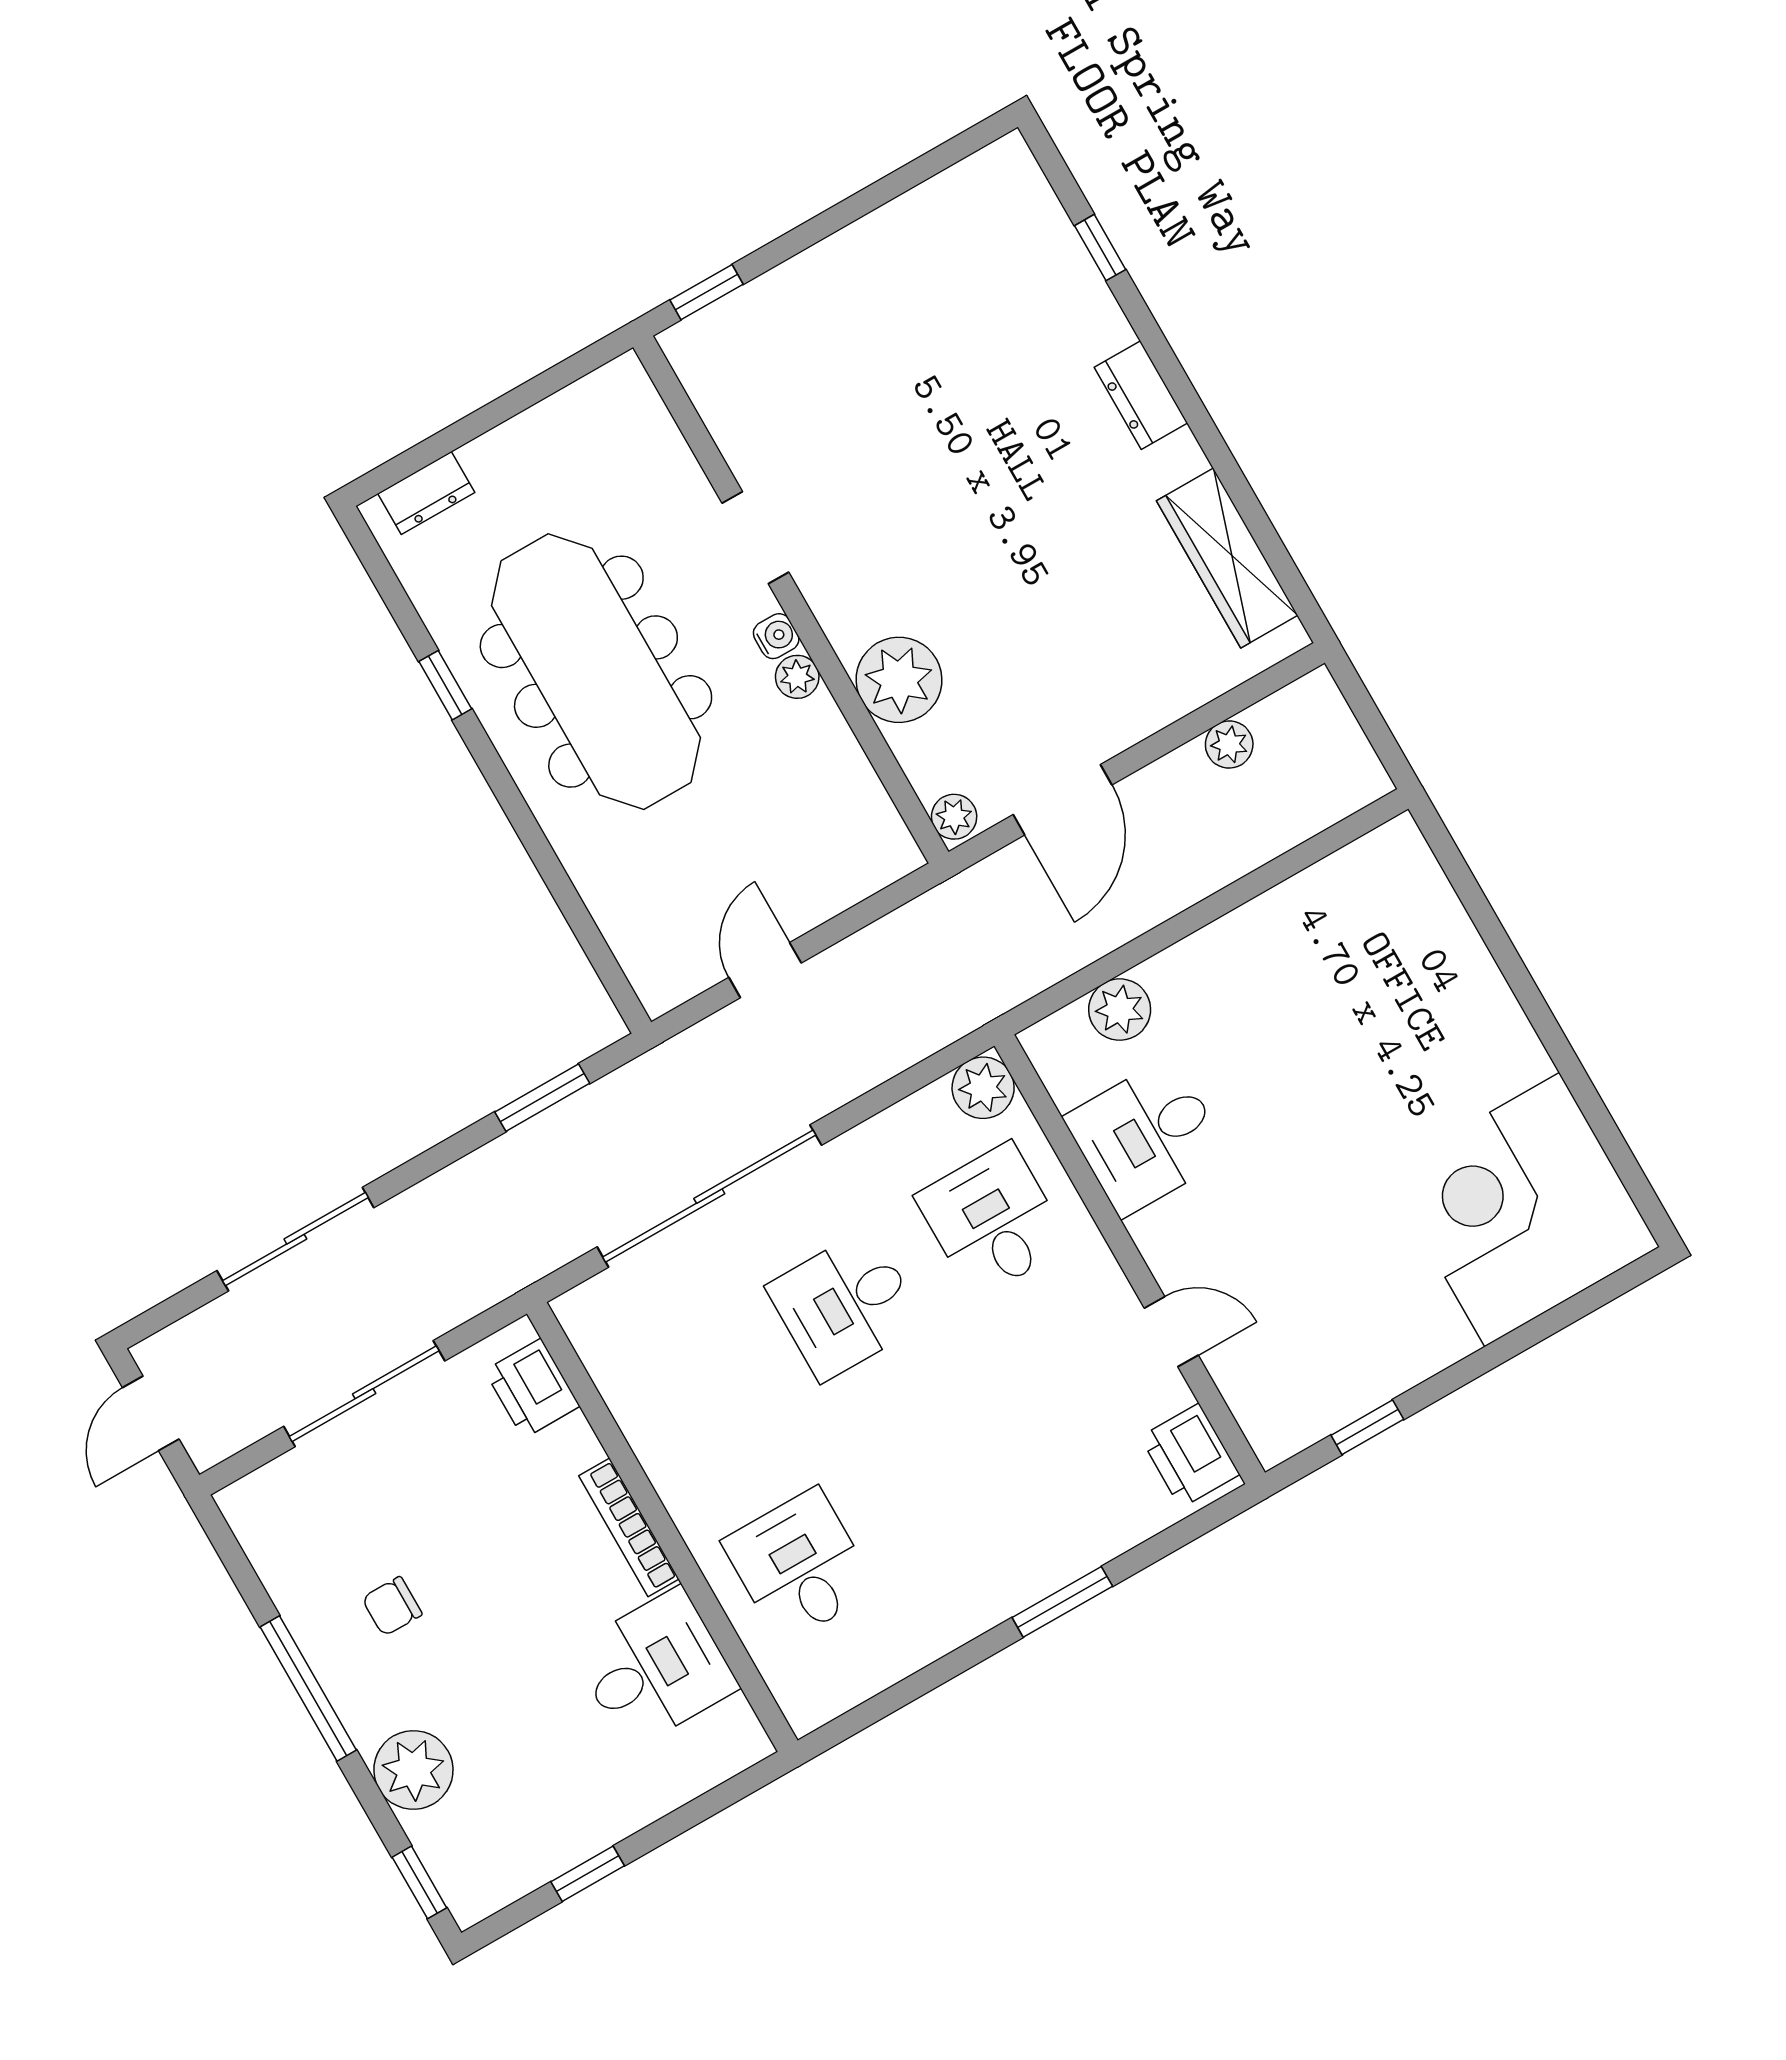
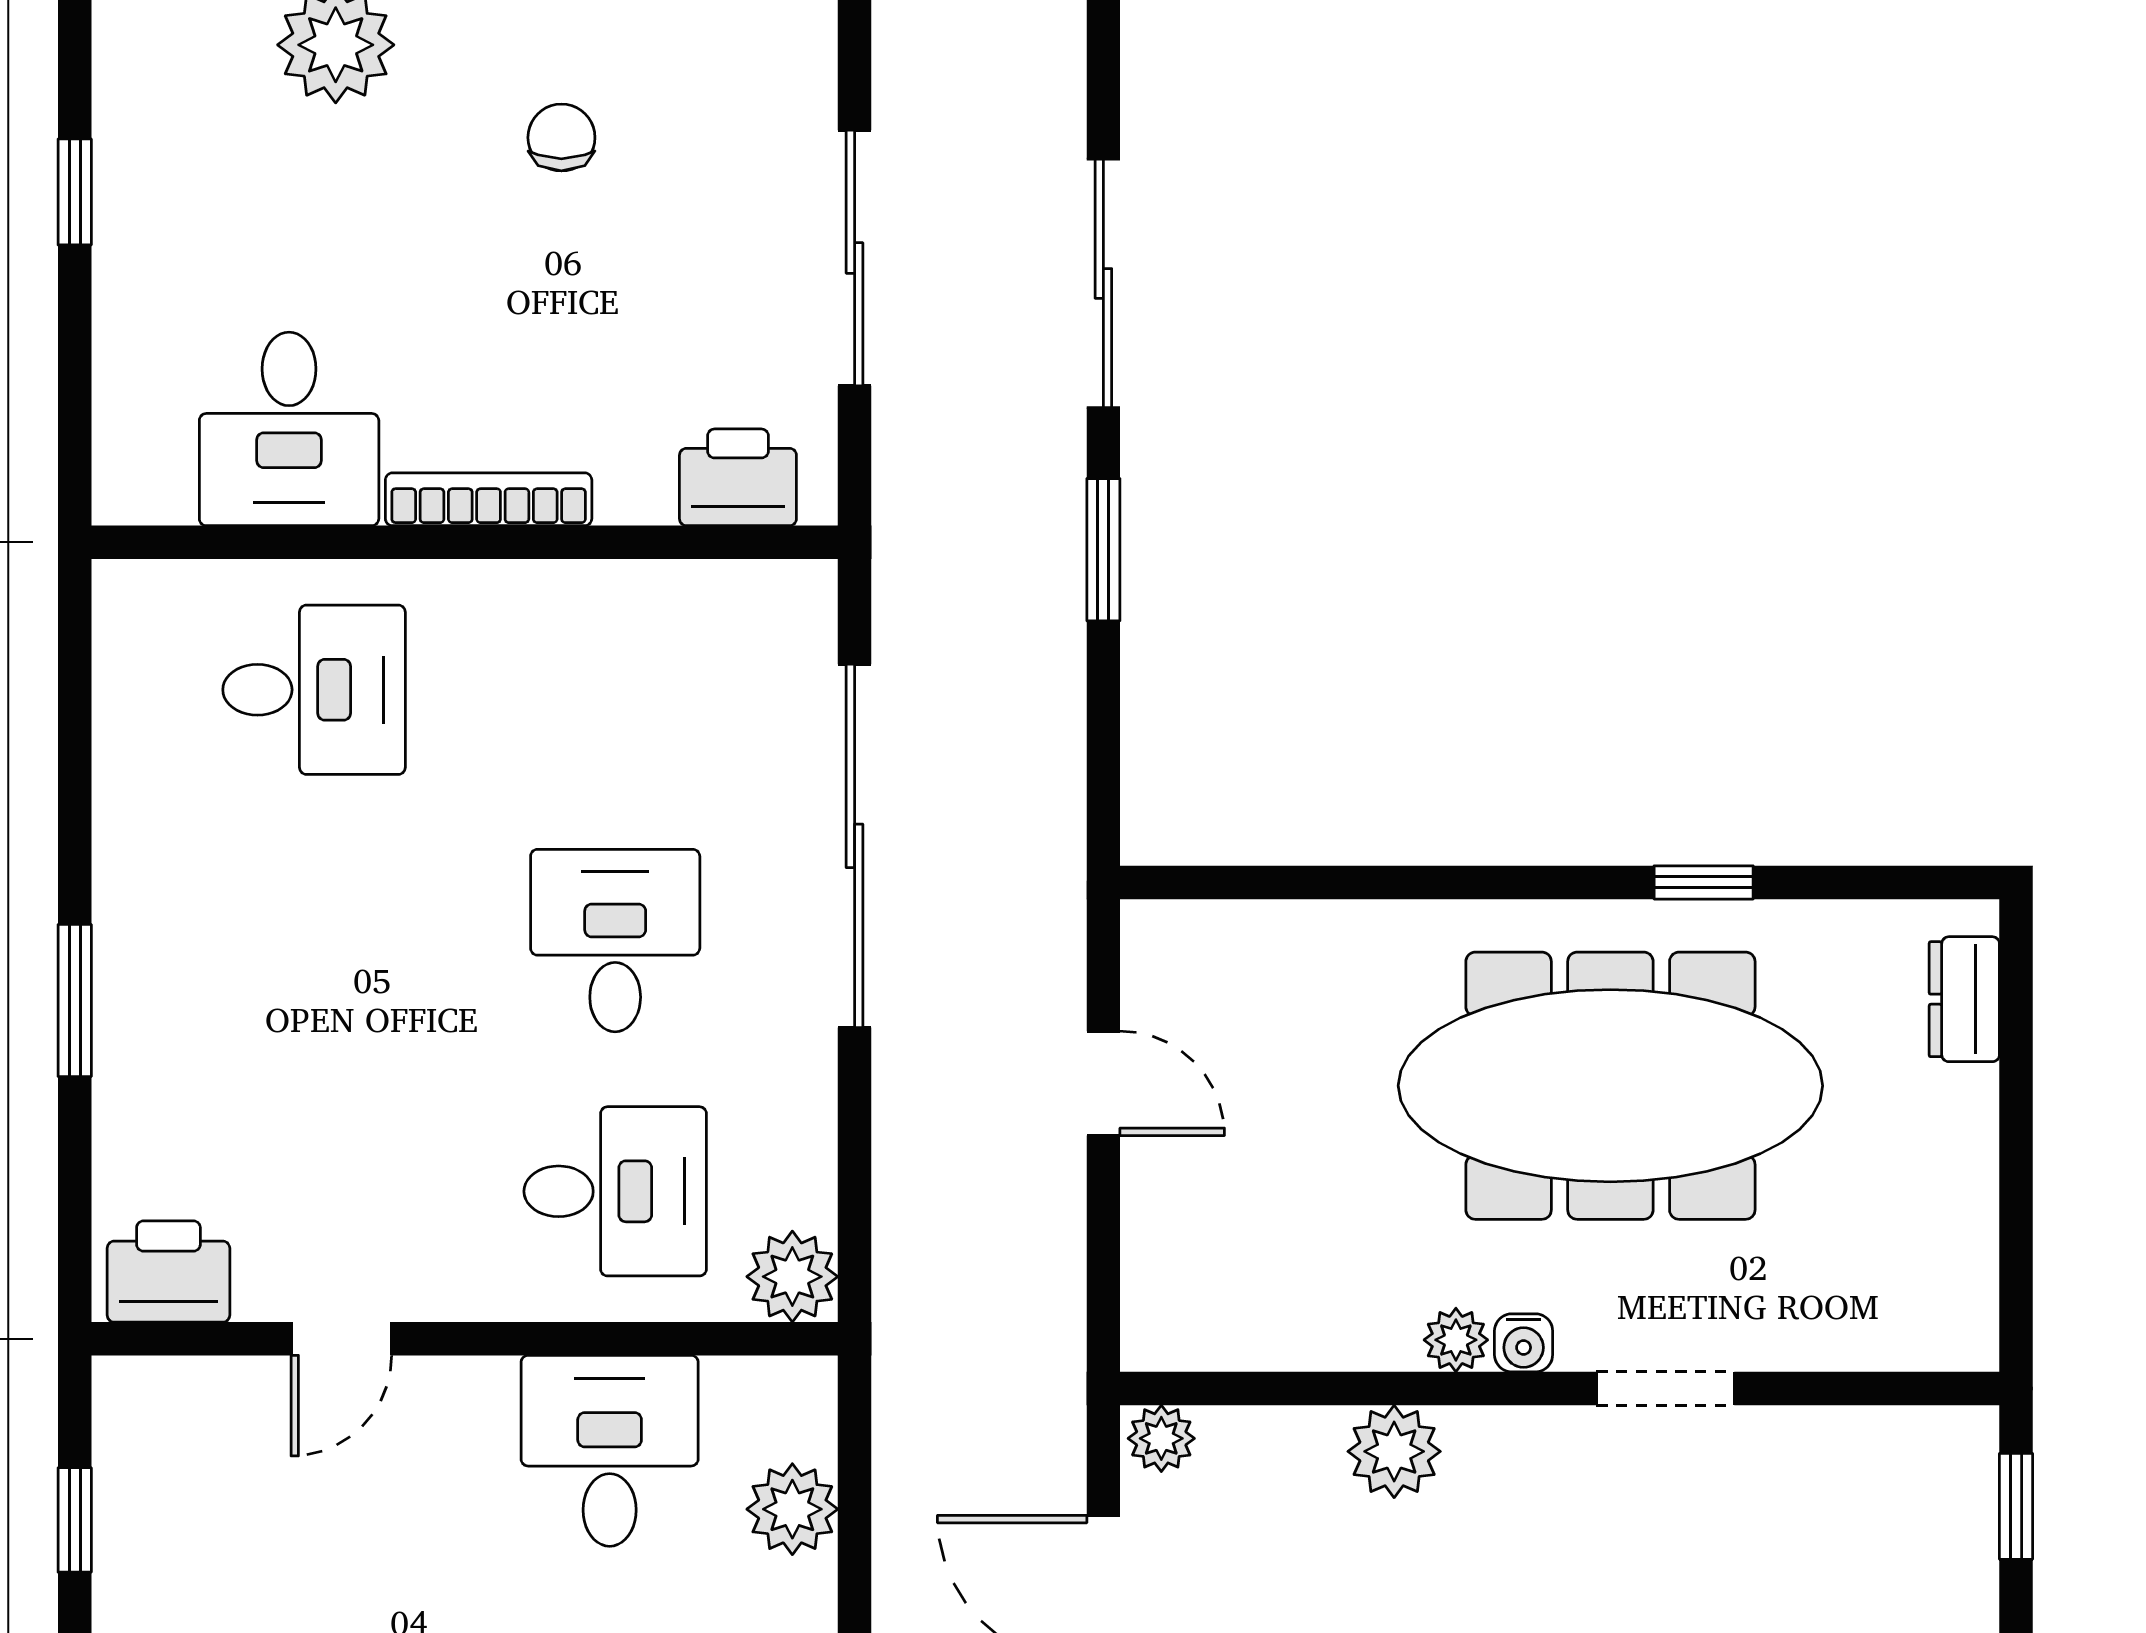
plant: (899, 680) -> (1394, 1451), width x0.73, depth x0.73
window: (542, 1098) -> (1103, 550), moved

